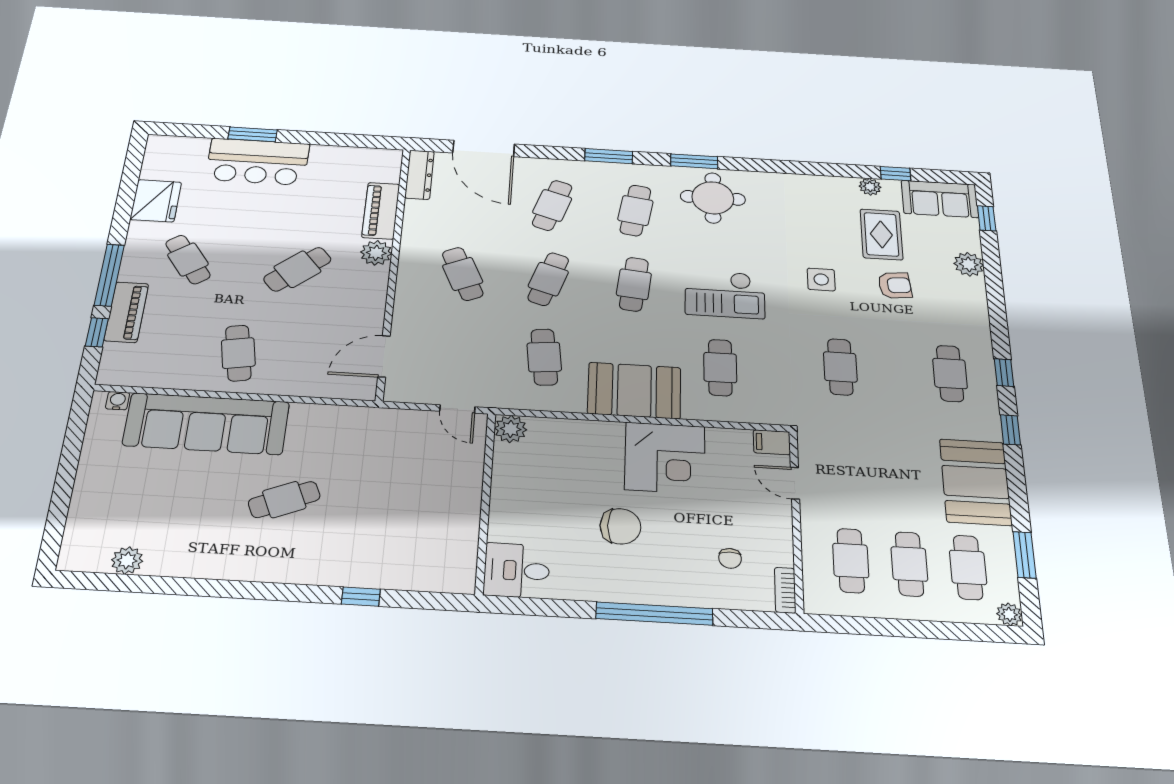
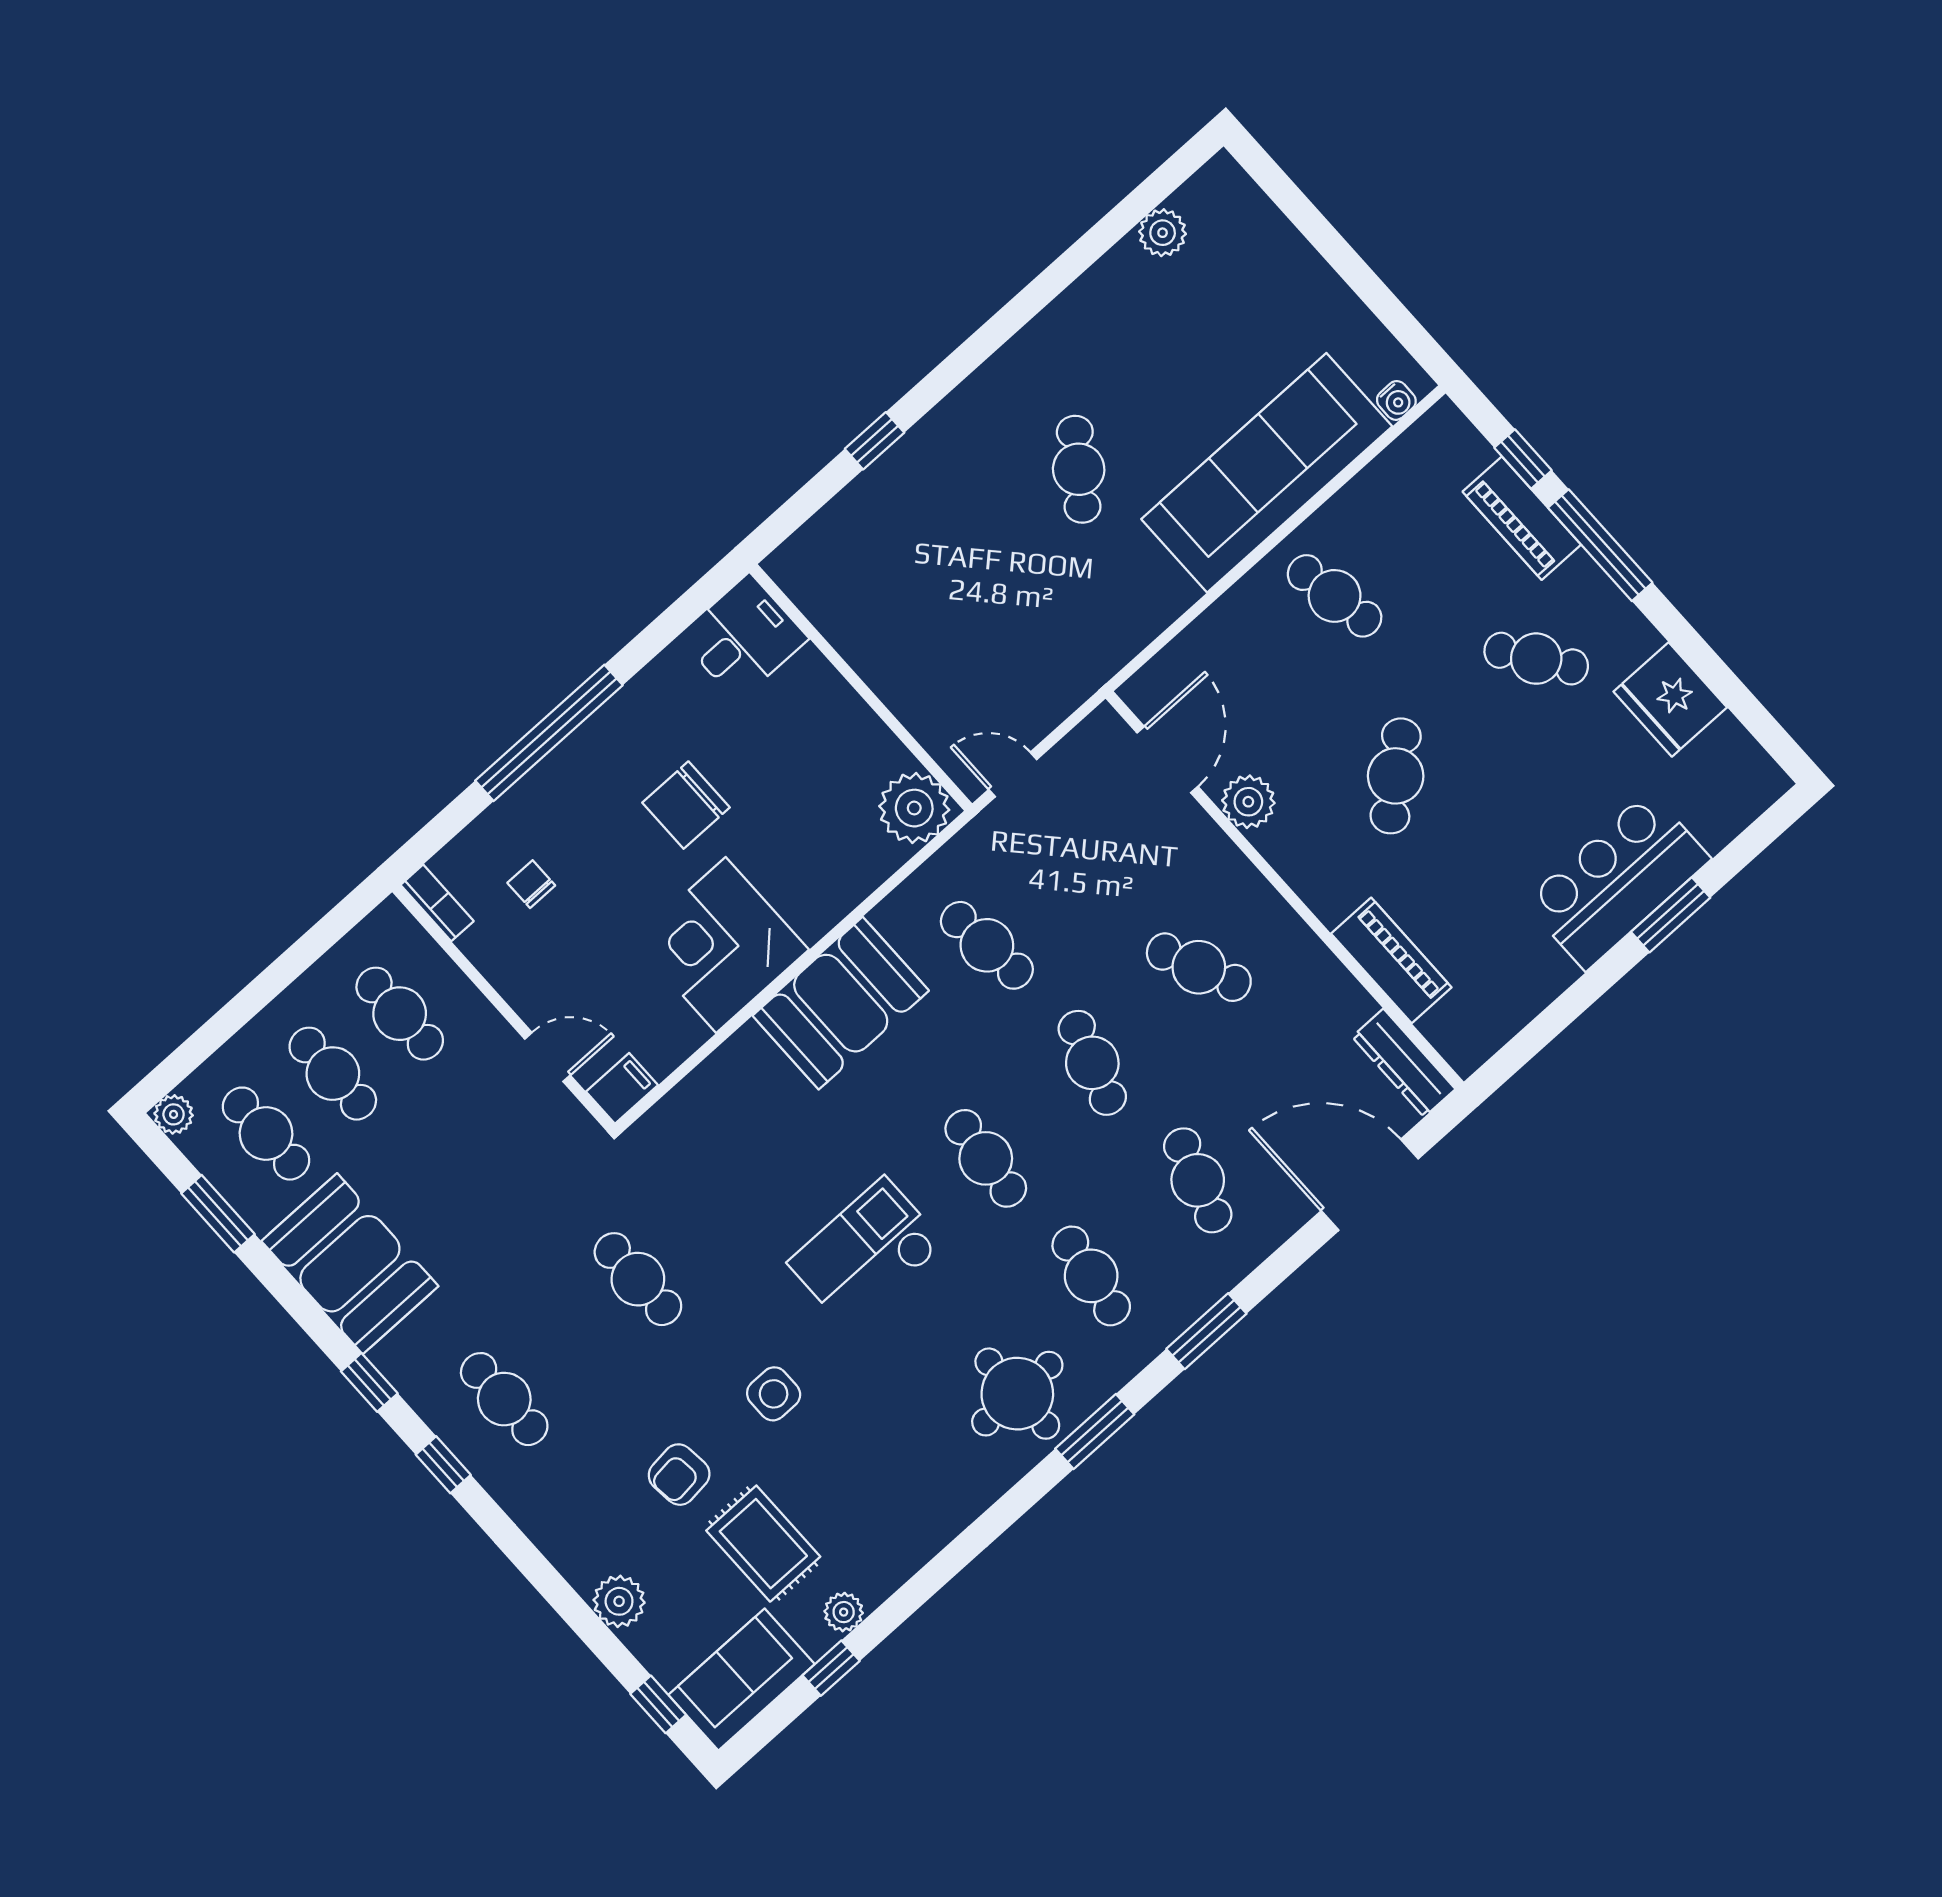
plant: (376, 253) -> (1248, 802), moved
cafe table: (720, 368) -> (774, 1137), removed
plant: (511, 429) -> (914, 808), width x1.36, depth x1.36
cafe table: (284, 500) -> (1079, 469), turned -31

